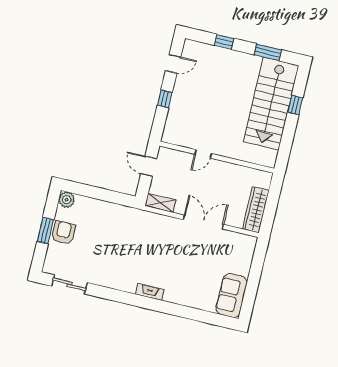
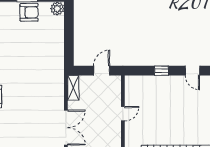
door: (203, 154) -> (123, 114), swing flipped

